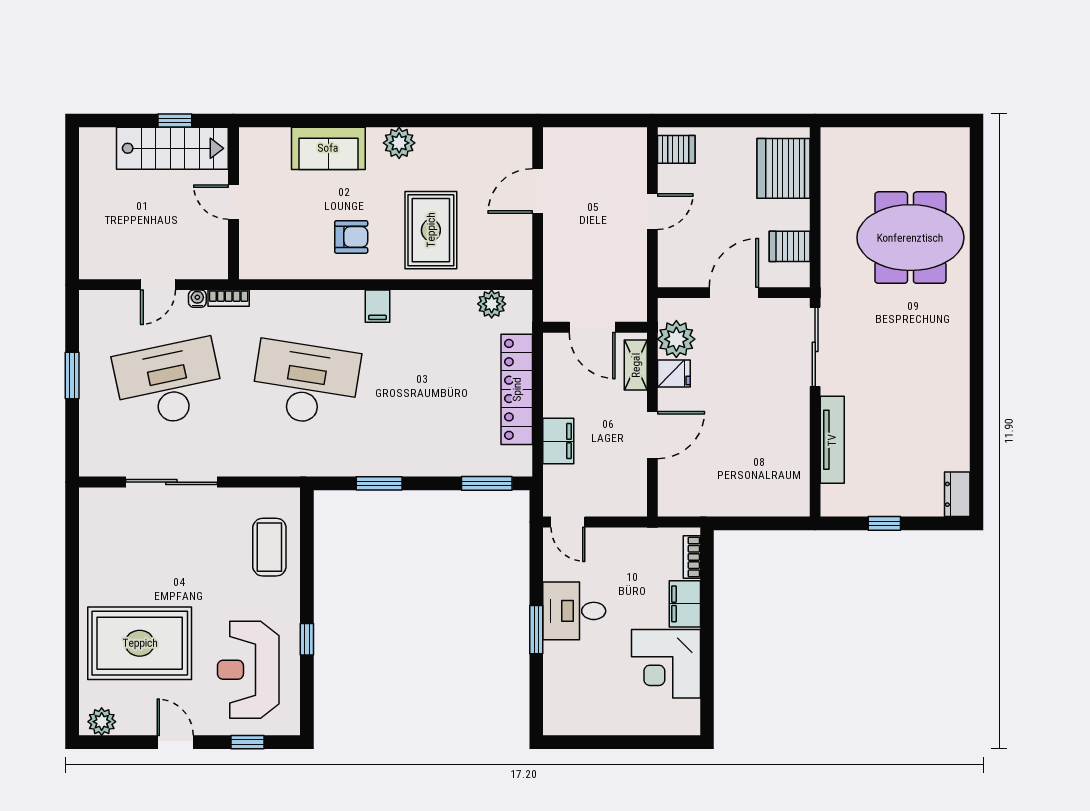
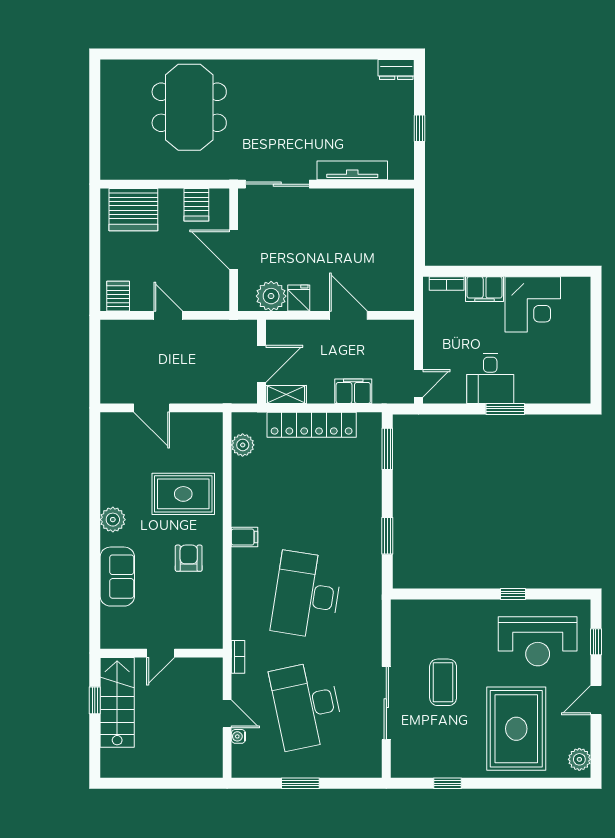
water cooler: (197, 299) -> (238, 736), moved
shelving: (636, 365) -> (286, 394), moved
coffee table: (269, 547) -> (443, 682), moved, turned 90
window: (72, 558) -> (447, 783), added

